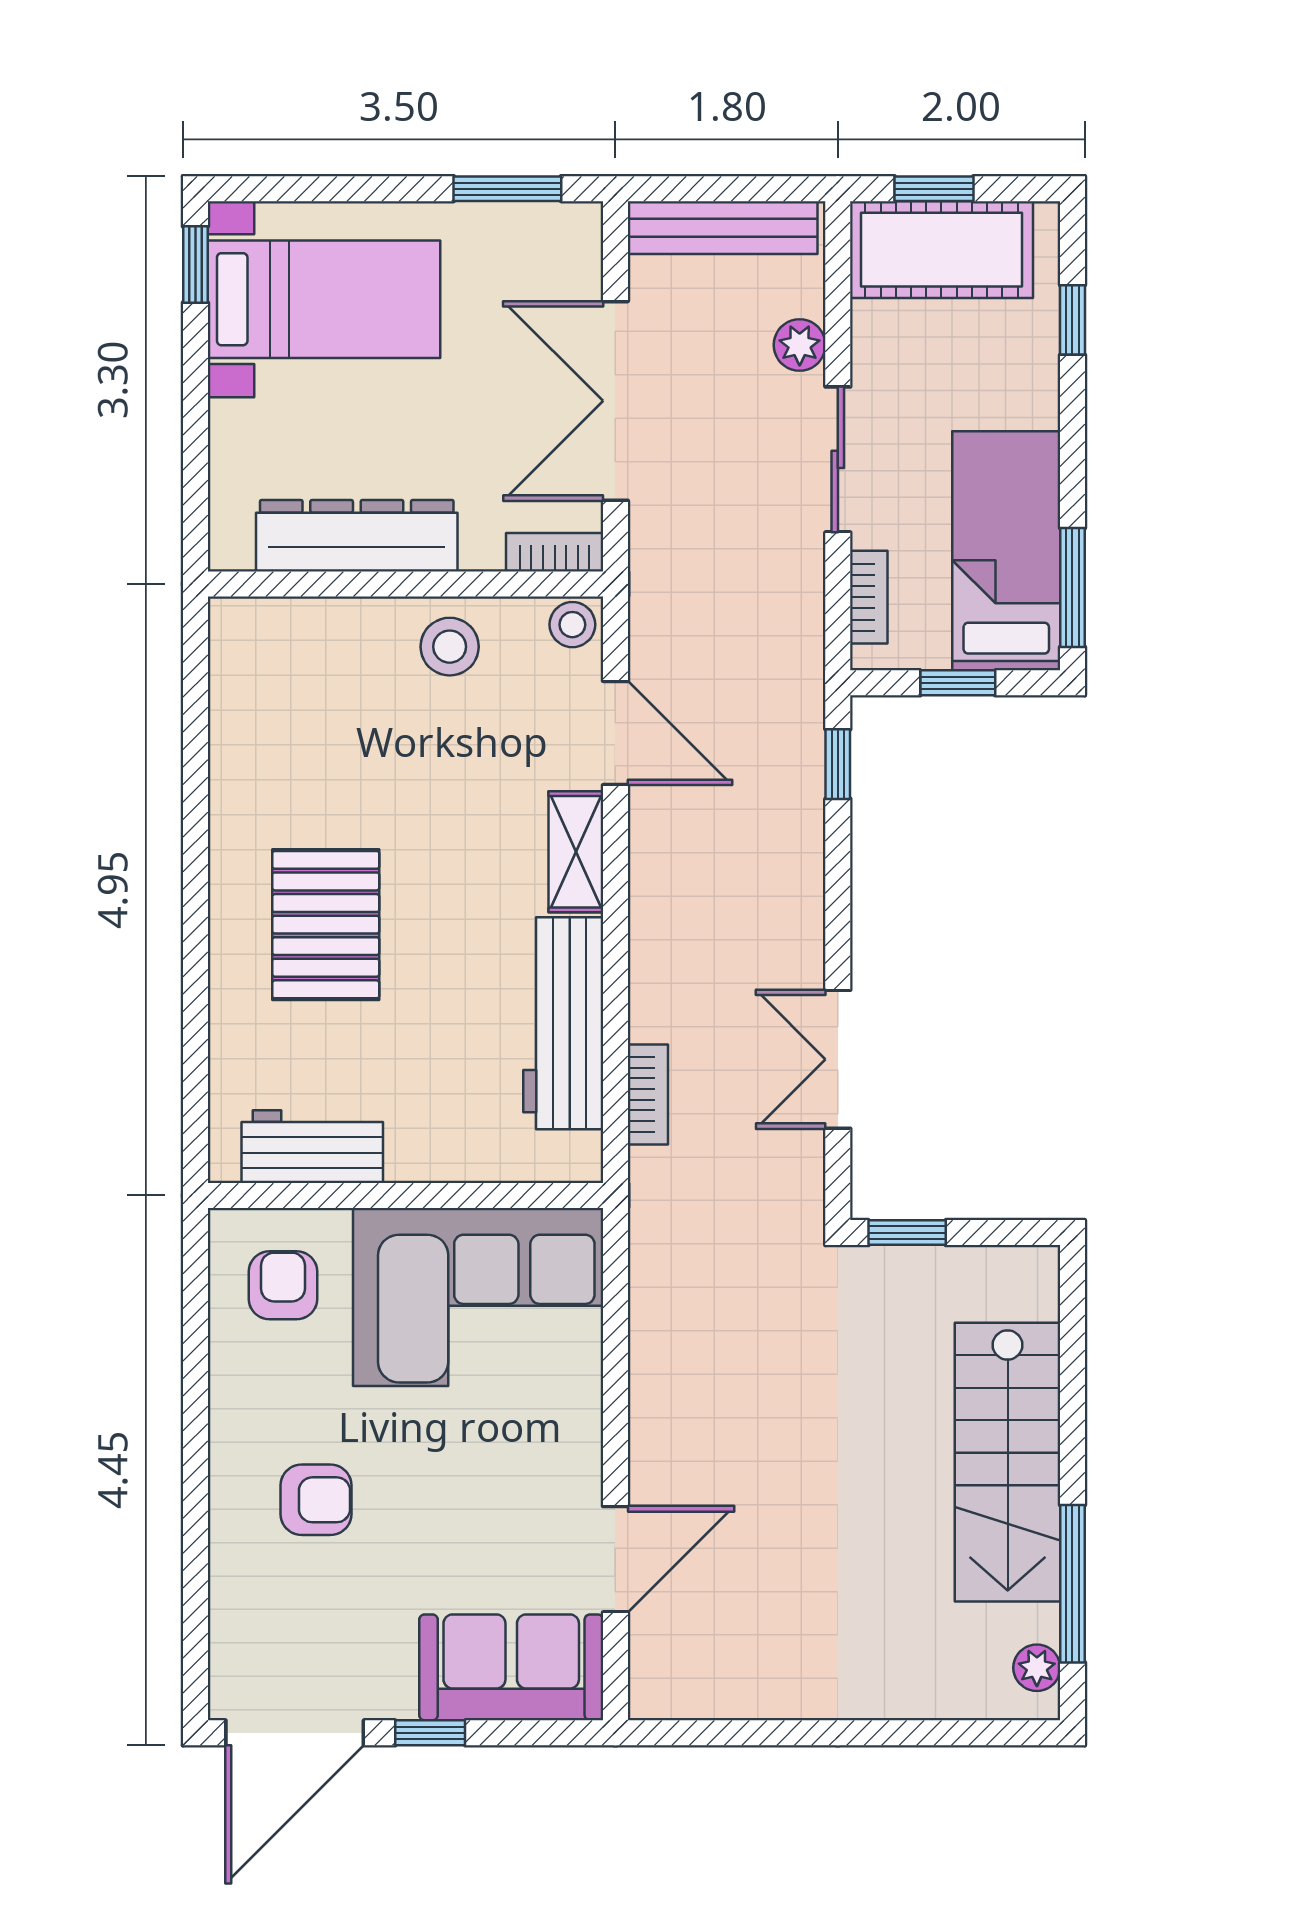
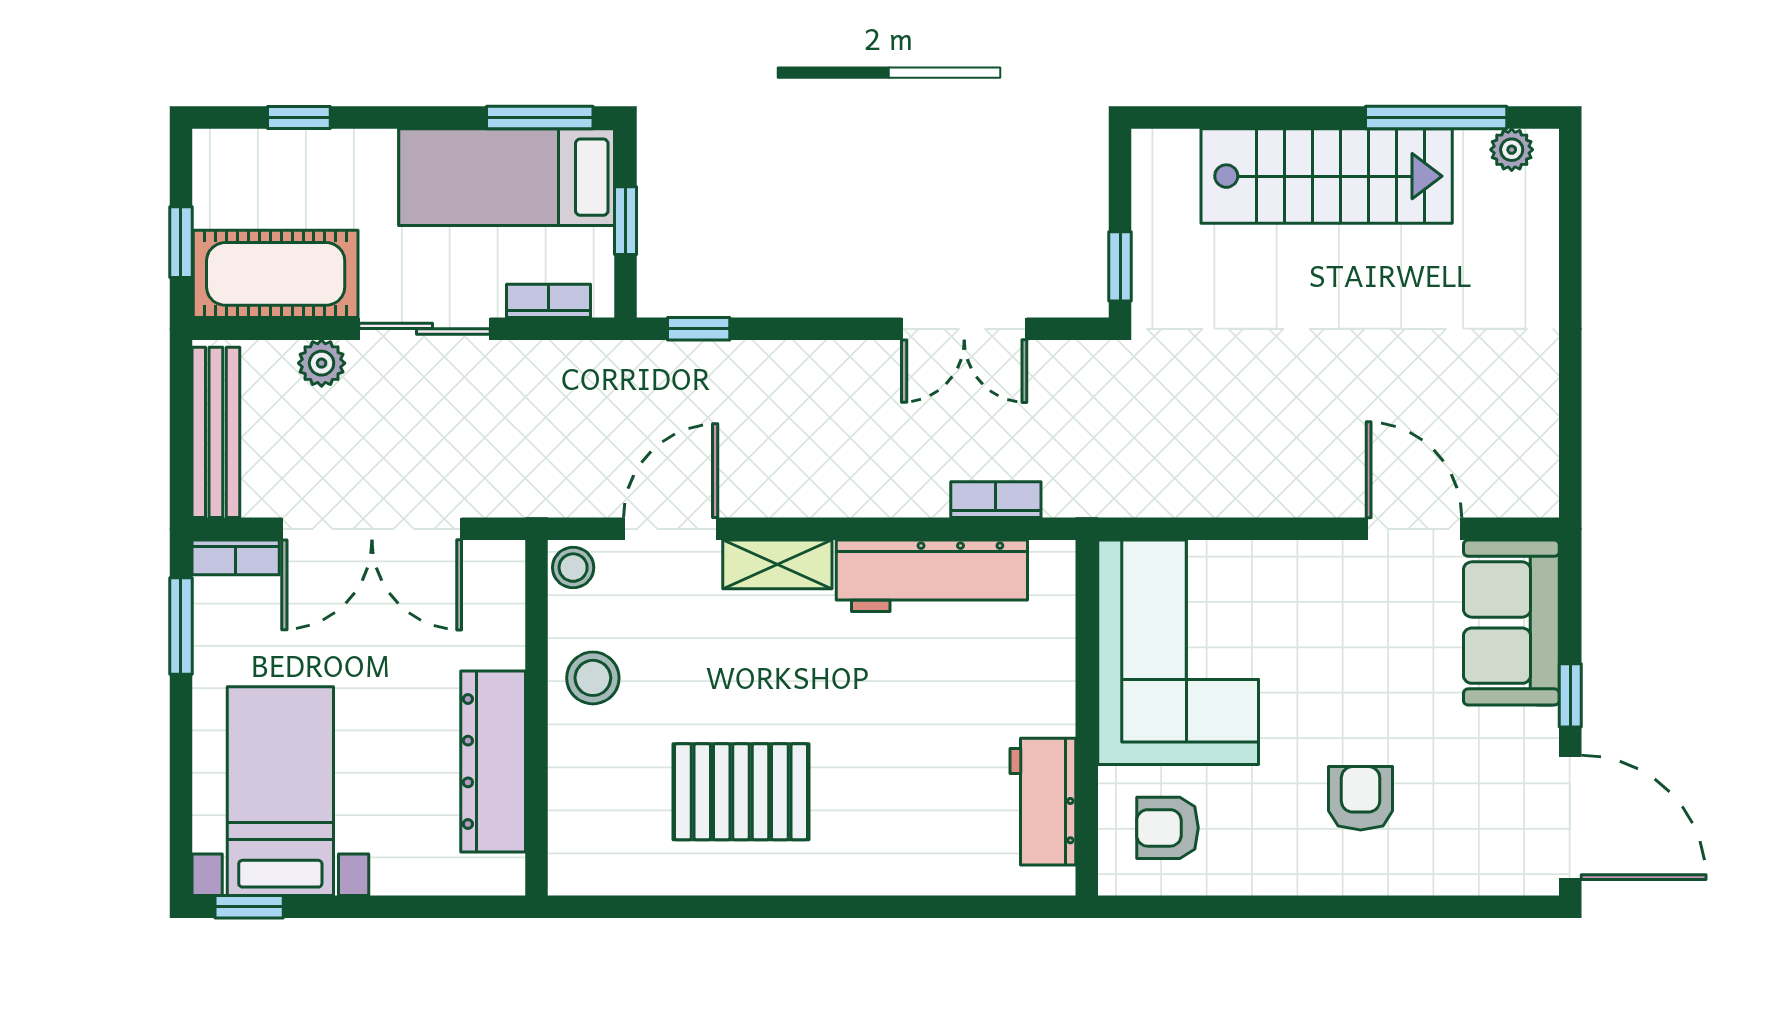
cot: (941, 250) -> (276, 274), moved, turned 90
bookcase: (555, 552) -> (236, 557), moved, turned -90
pallet: (326, 925) -> (741, 792), moved

